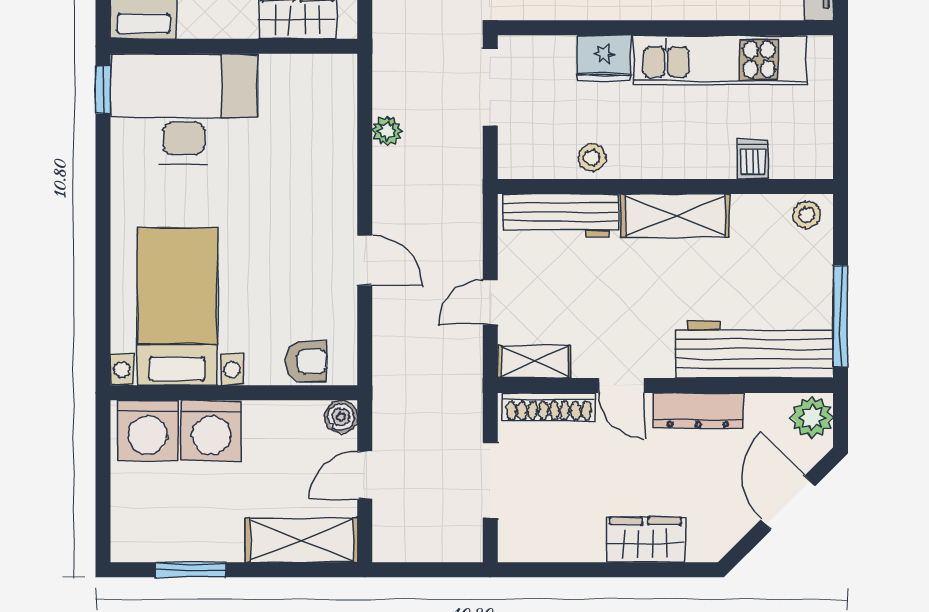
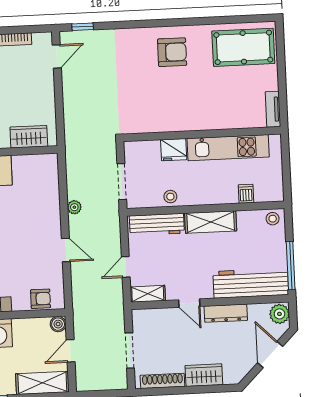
doorway: (490, 87) -> (122, 182), moved
plant: (387, 131) -> (74, 207), moved
shoe rack: (549, 407) -> (162, 381), moved, turned 180

